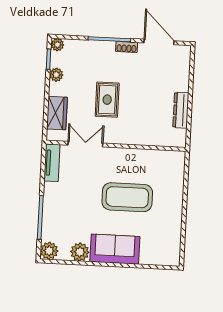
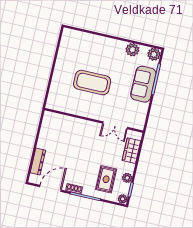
door: (159, 42) -> (50, 188), swing flipped
rug: (107, 100) -> (106, 179), moved
dresser: (181, 110) -> (38, 161), moved
tv unit: (52, 163) -> (141, 116), removed
sofa: (115, 249) -> (143, 84), moved, turned 90

